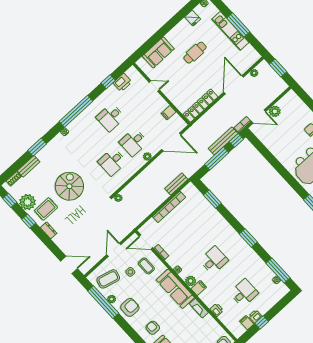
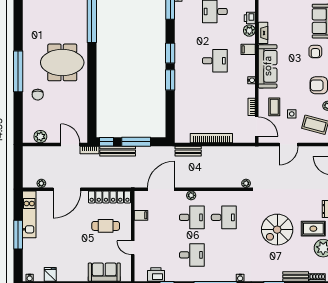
kitchen unit: (230, 31) -> (29, 214), moved
cafe table: (195, 53) -> (106, 226), moved
window: (278, 68) -> (18, 170), removed
plant: (275, 111) -> (40, 137), moved
door: (171, 142) -> (161, 189), hinge flipped
window: (212, 199) -> (170, 80), moved
desk: (214, 260) -> (215, 61), turned 180
plant: (191, 281) -> (249, 31), moved

